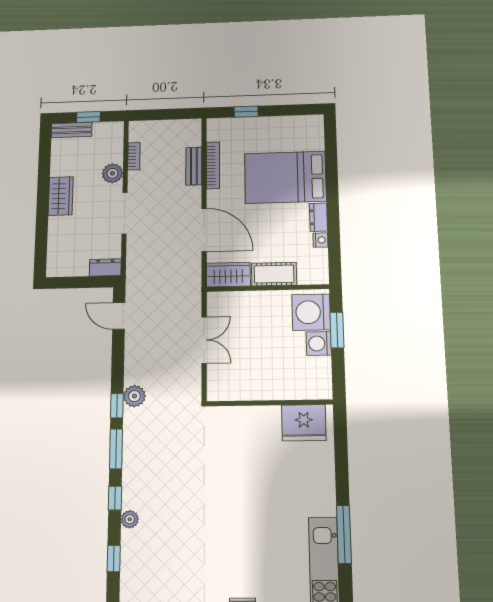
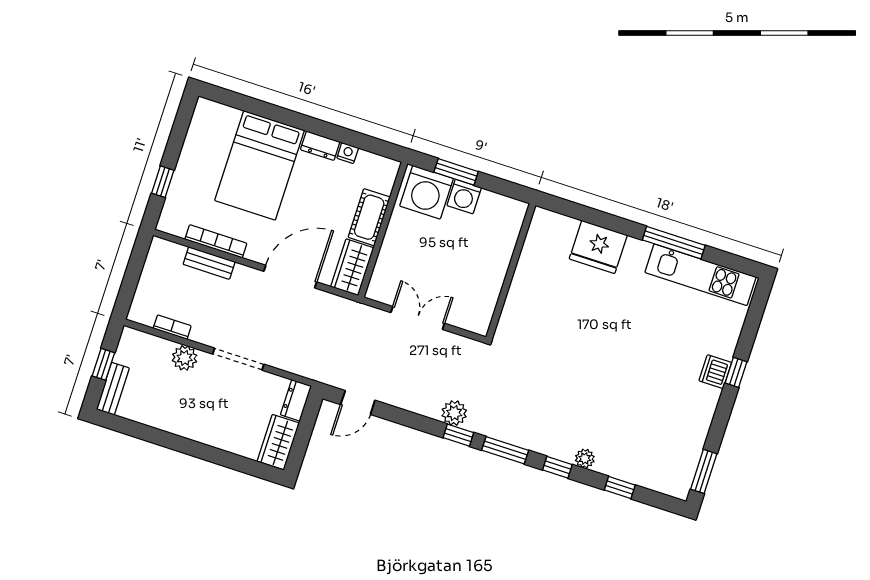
wardrobe: (61, 196) -> (278, 442), moved, turned -90
fridge: (304, 423) -> (598, 247), moved, turned 90

